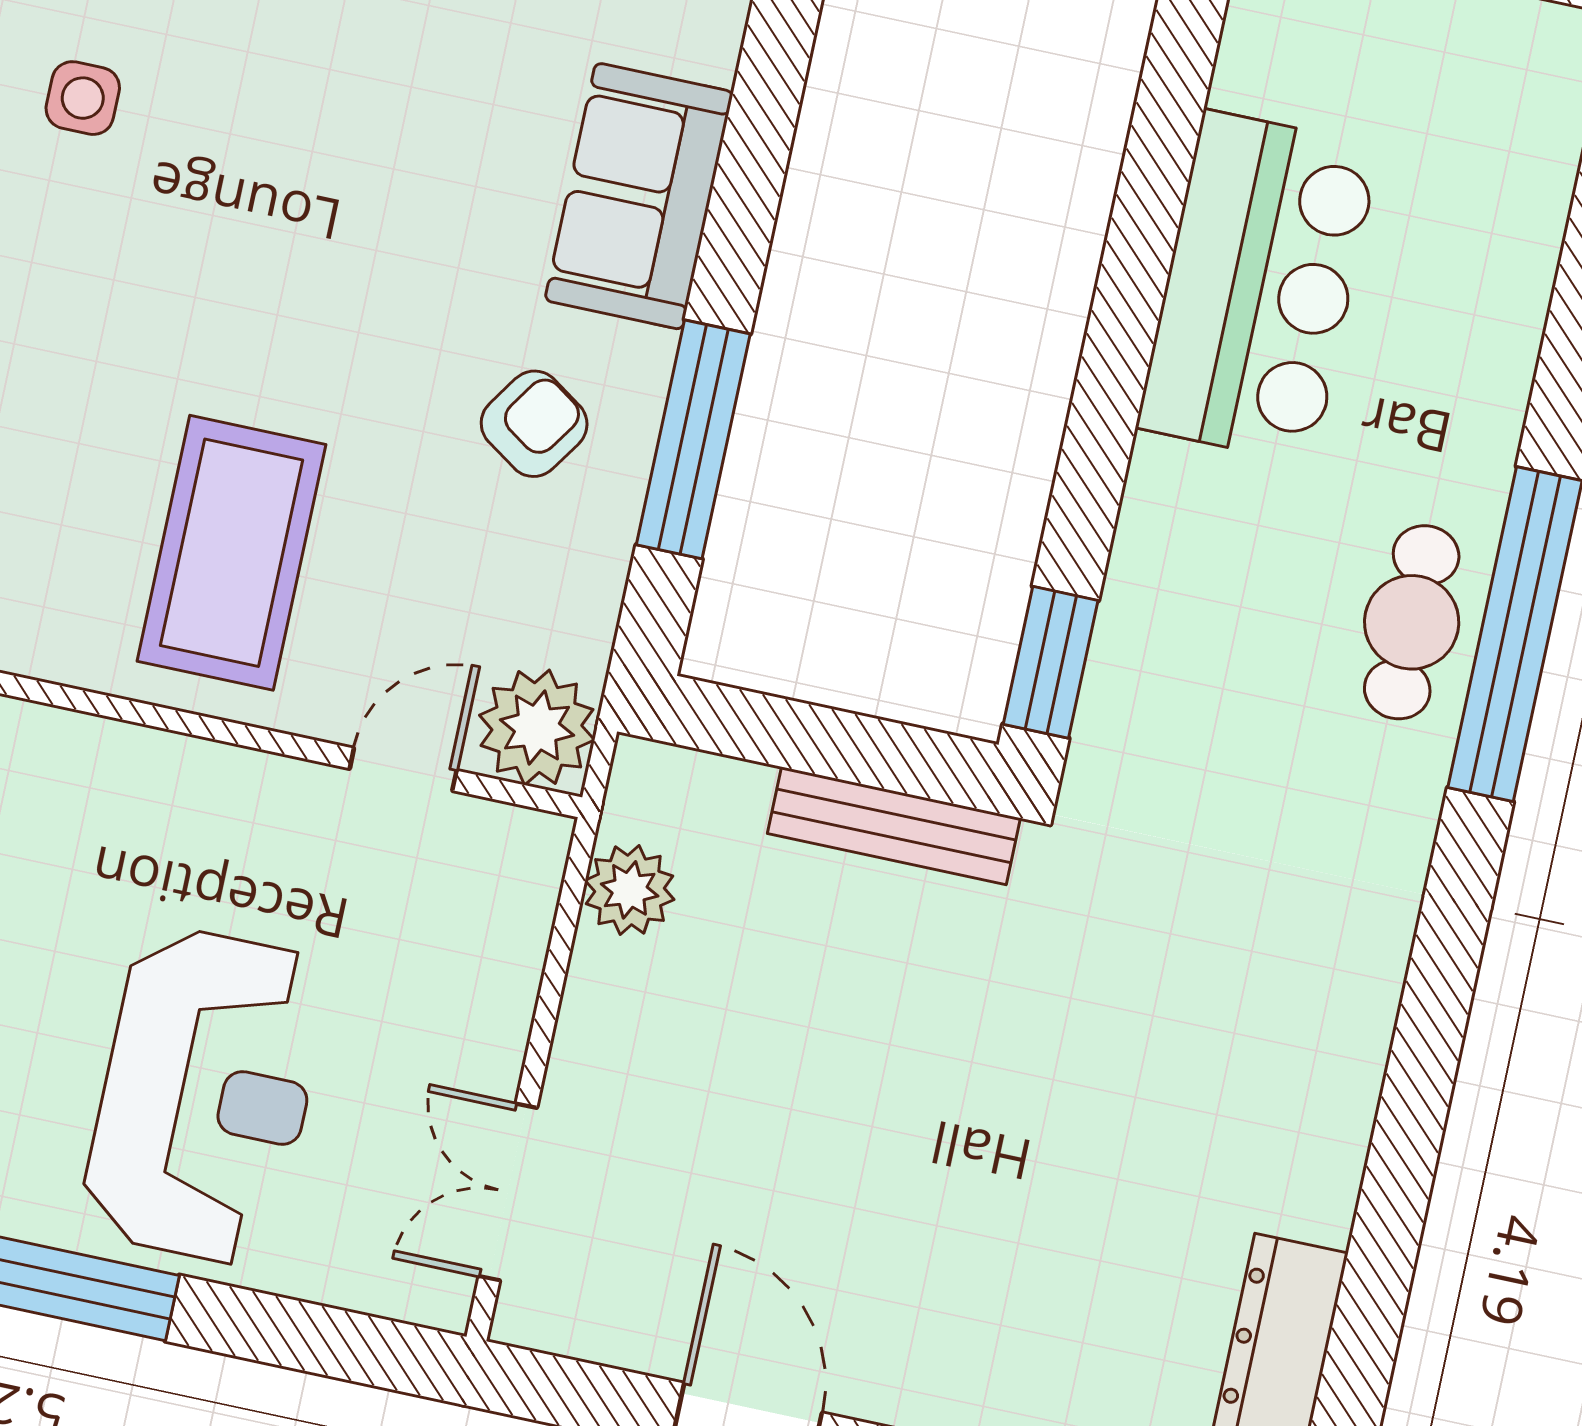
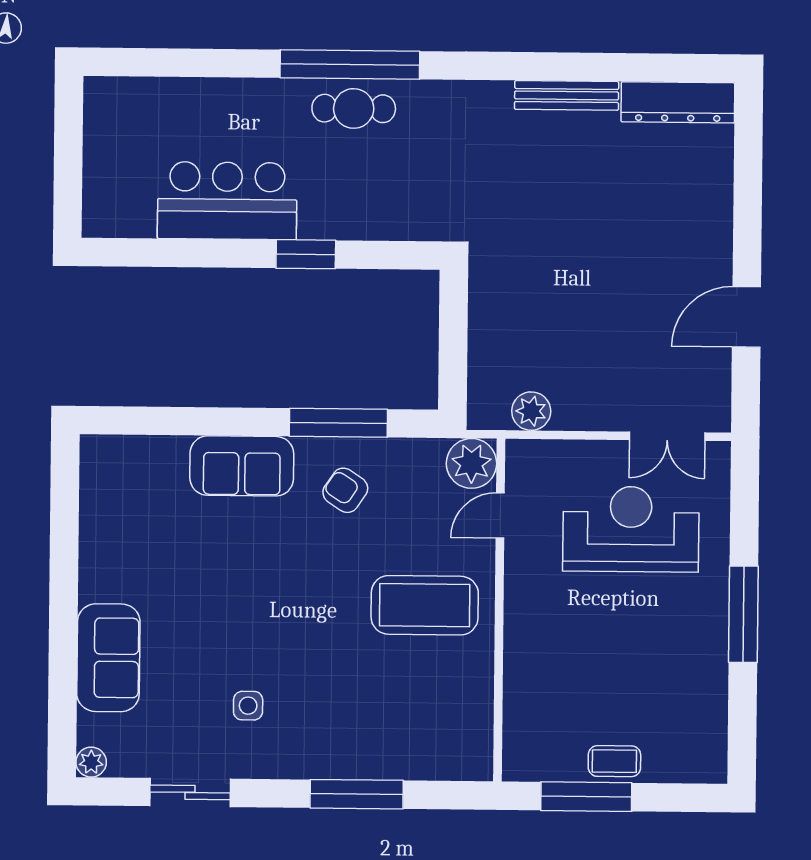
window: (1051, 662) -> (306, 254), moved
door: (403, 769) -> (500, 516), hinge flipped
bench: (894, 826) -> (567, 95), moved, turned 90
reception desk: (205, 1096) -> (631, 529), moved

